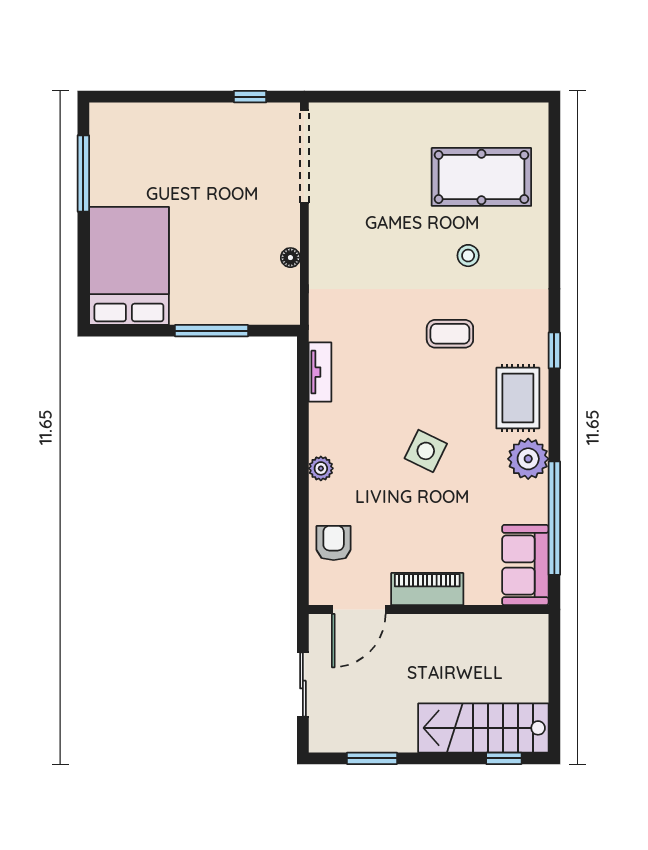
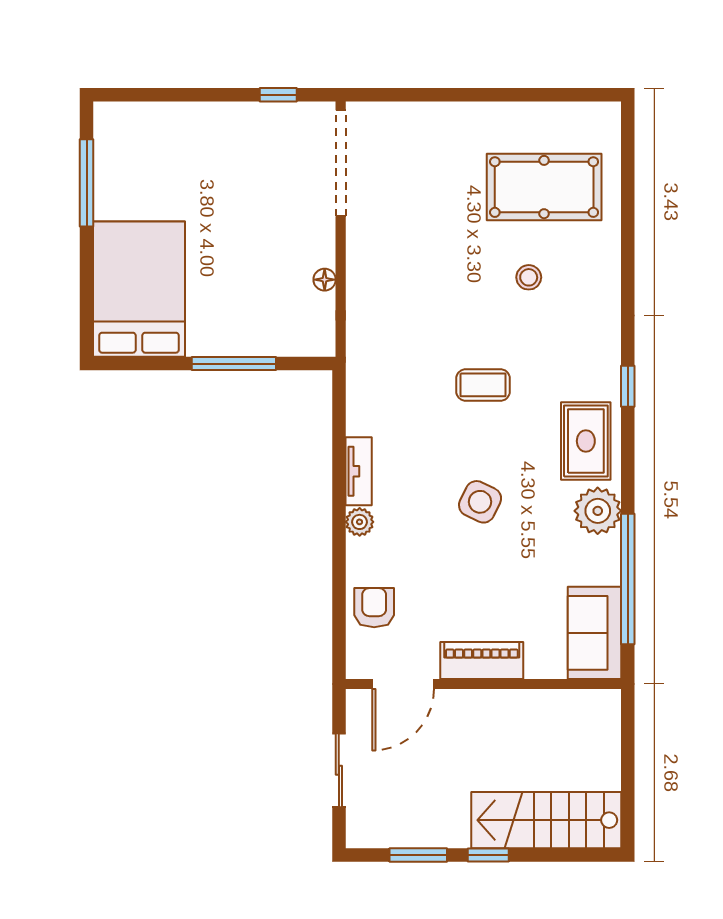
coffee table: (450, 334) -> (483, 385), moved
tv unit: (320, 372) -> (359, 471), moved
window: (504, 758) -> (488, 855), moved

